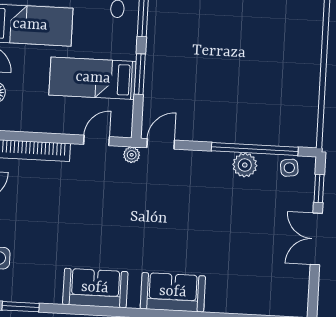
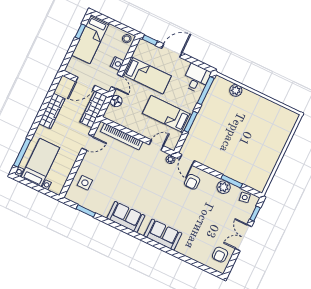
door: (161, 144) -> (187, 160), swing flipped
window: (255, 149) -> (232, 181), width x0.47
armchair: (186, 178) -> (192, 182), added
armchair: (287, 286) -> (220, 255), added

